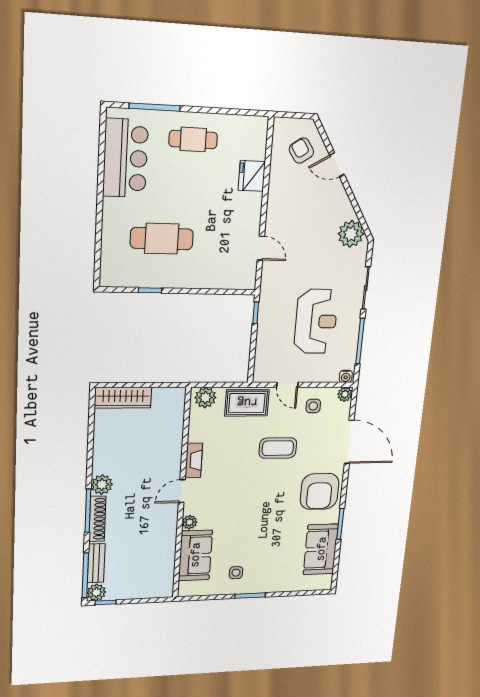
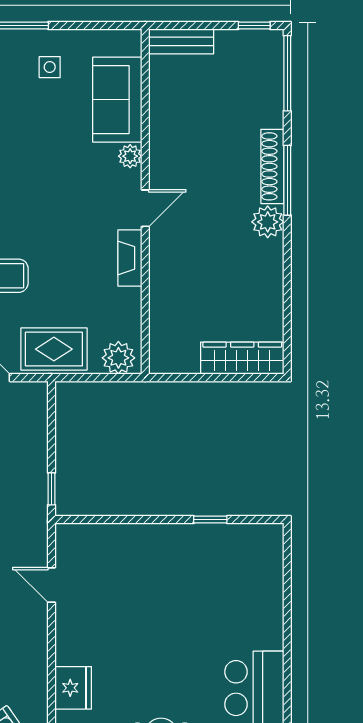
cafe table: (162, 239) -> (198, 595), removed
bench: (96, 563) -> (181, 41), moved, turned 90
plant: (96, 592) -> (269, 44), removed

